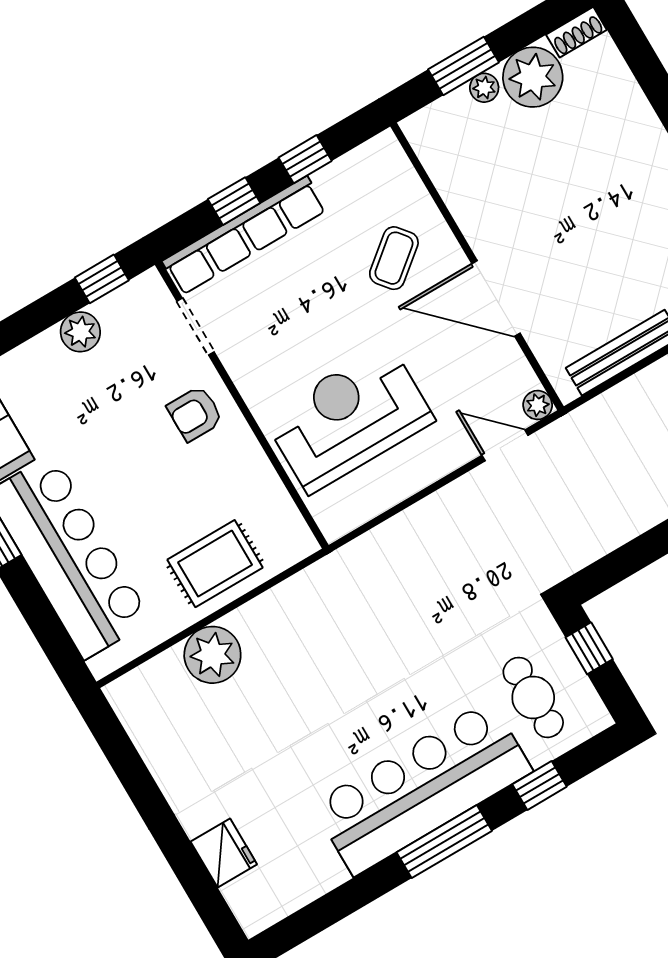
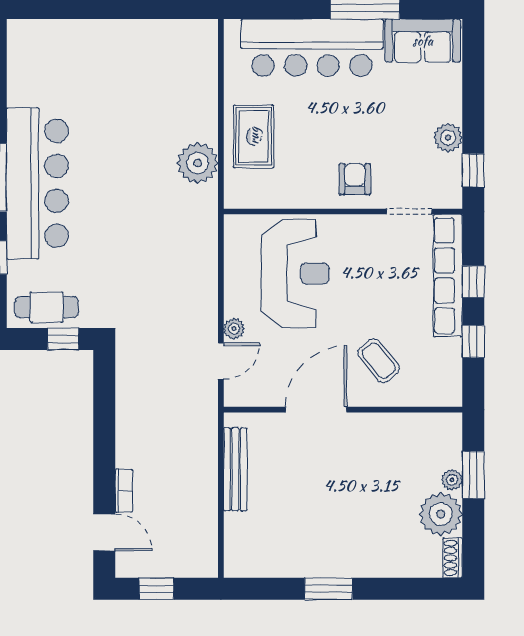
plant: (538, 405) -> (234, 329), moved
plant: (212, 655) -> (198, 163), moved
cafe table: (533, 697) -> (47, 307), moved
fridge: (224, 853) -> (70, 35), removed

